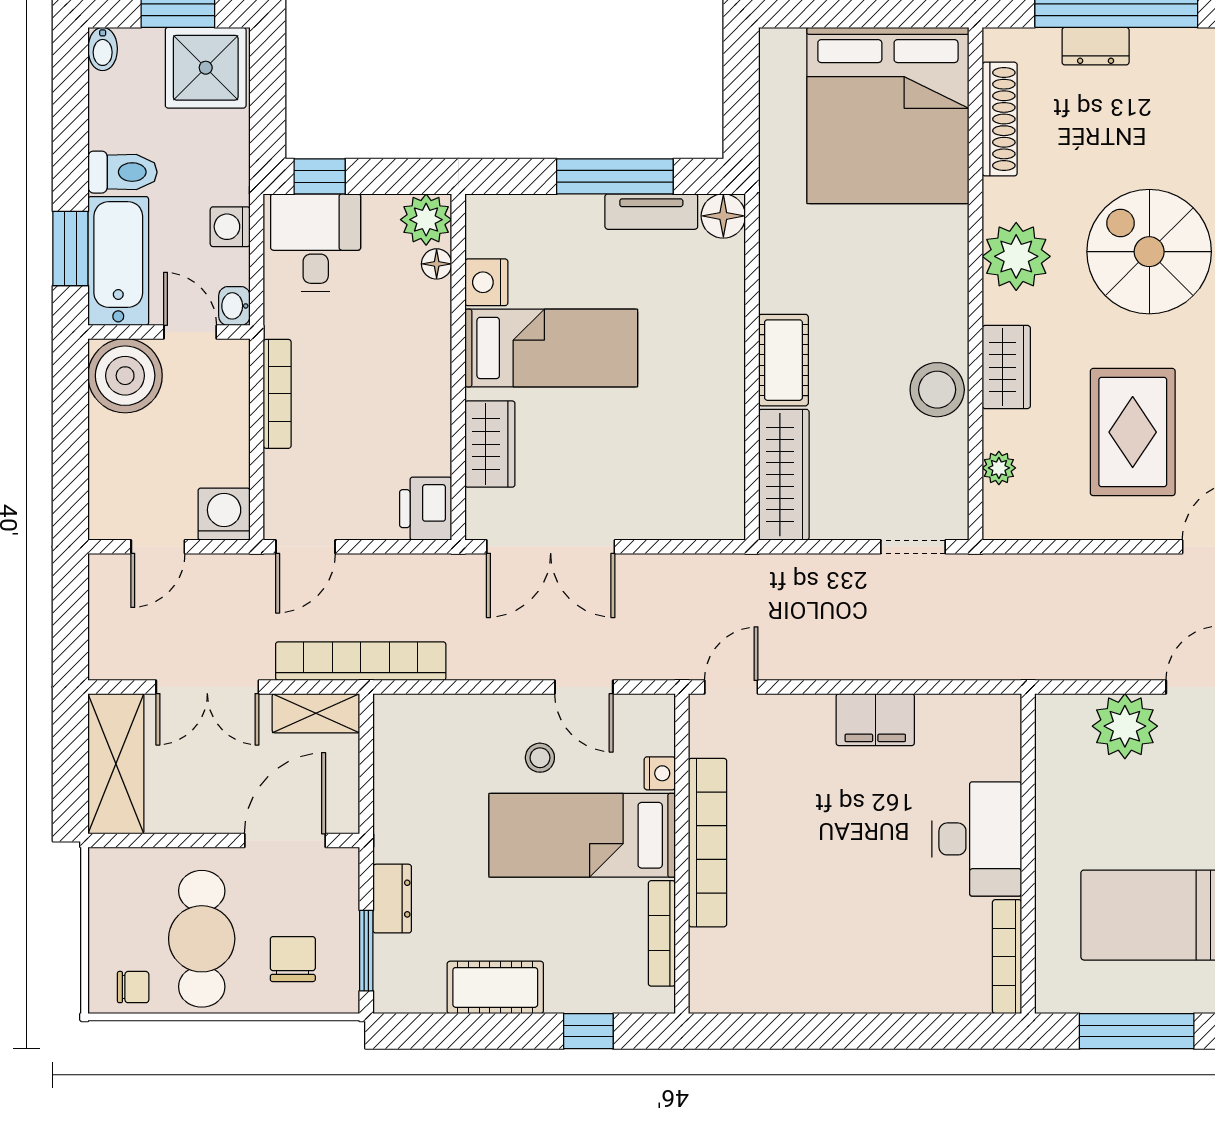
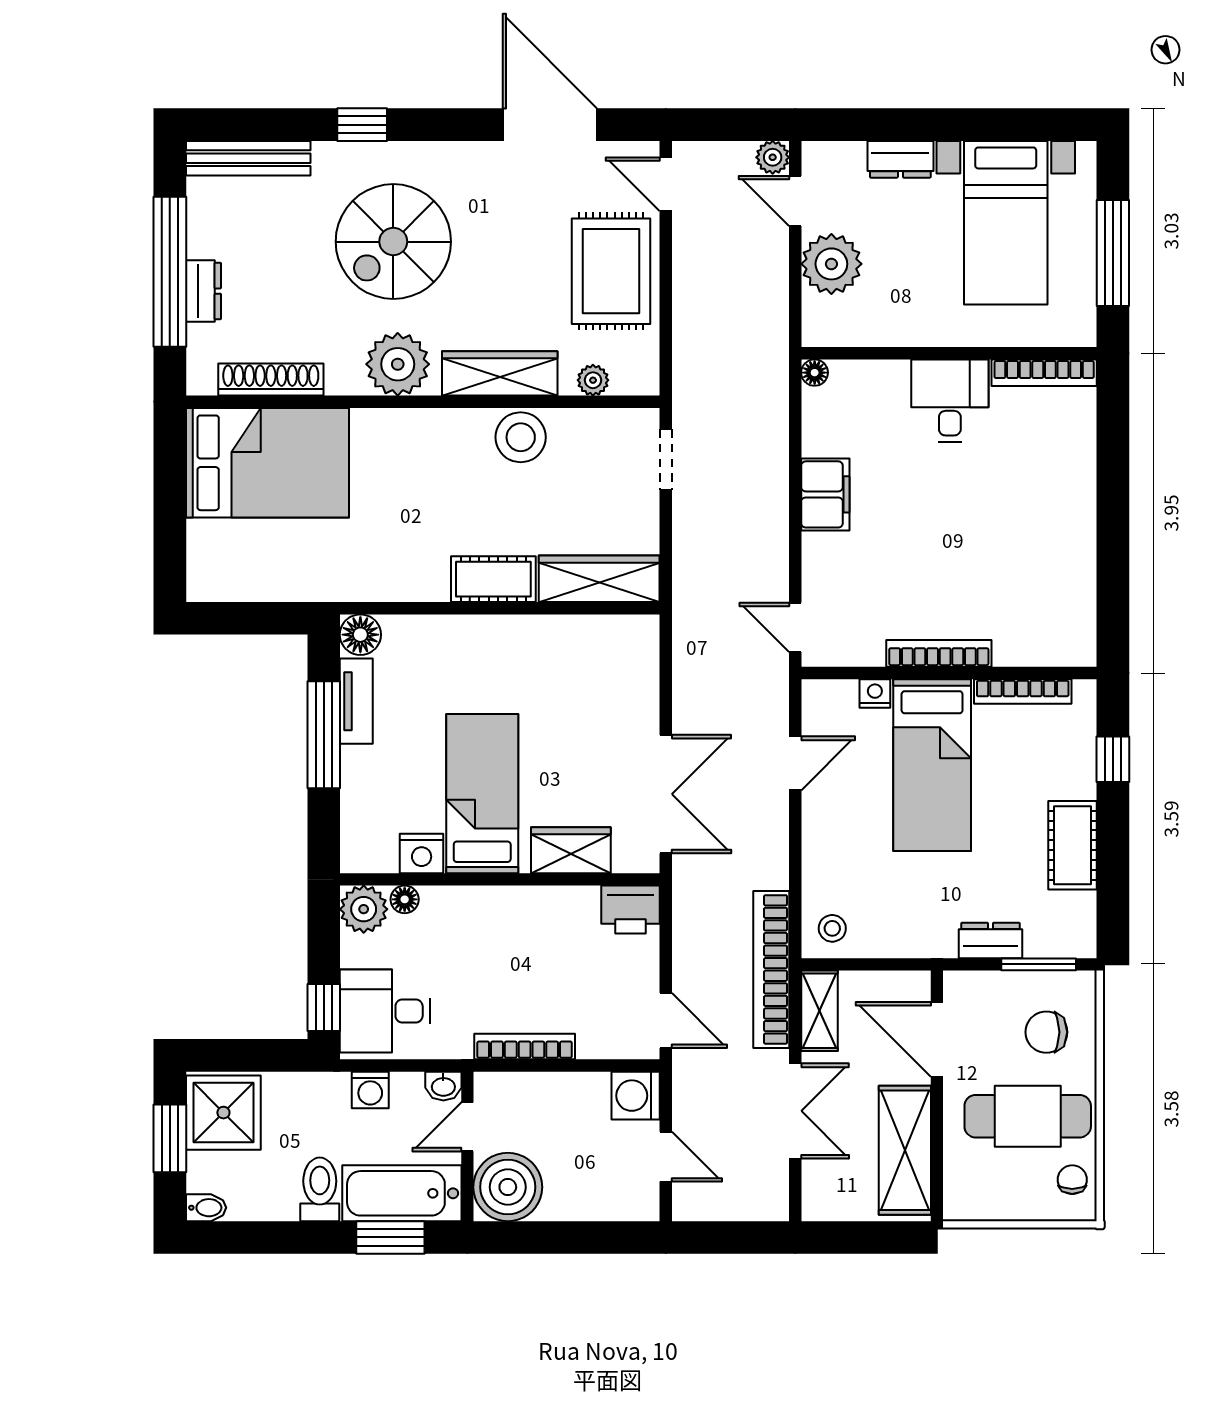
bed: (888, 115) -> (267, 463), width x0.73
wardrobe: (1006, 367) -> (500, 373), width x1.50
rug: (1133, 432) -> (611, 271), moved, turned 90
floor lamp: (1007, 708) -> (815, 373), added
stool: (540, 758) -> (832, 928), moved
shelving: (116, 764) -> (905, 1150), moved, turned 90
desk: (977, 839) -> (950, 401), width x0.73
bookcase: (708, 843) -> (939, 653), width x0.68, depth x0.76

